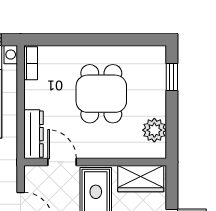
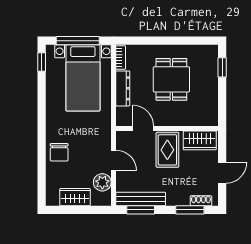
plant: (154, 130) -> (210, 106), removed
dresser: (34, 134) -> (123, 88), moved

